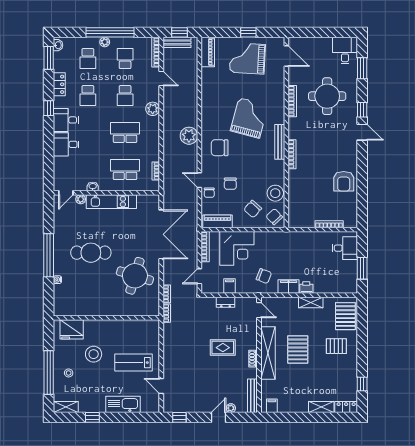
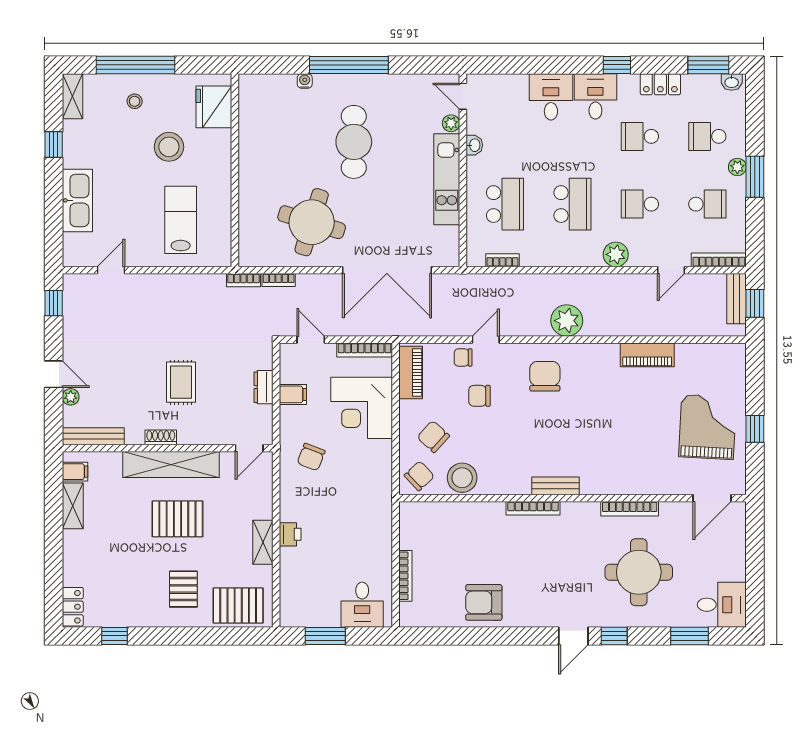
window: (110, 32) -> (755, 177), width x0.47
piano: (208, 52) -> (647, 355), moved
grand piano: (249, 118) -> (599, 430), removed
bench: (280, 142) -> (555, 486), width x0.73
filing cabinet: (289, 287) -> (292, 502), removed
lab bench: (134, 363) -> (181, 220), moved
shelving: (321, 407) -> (73, 506), moved

